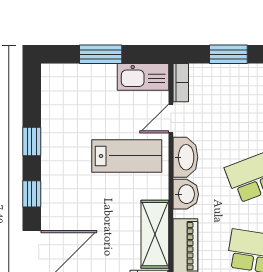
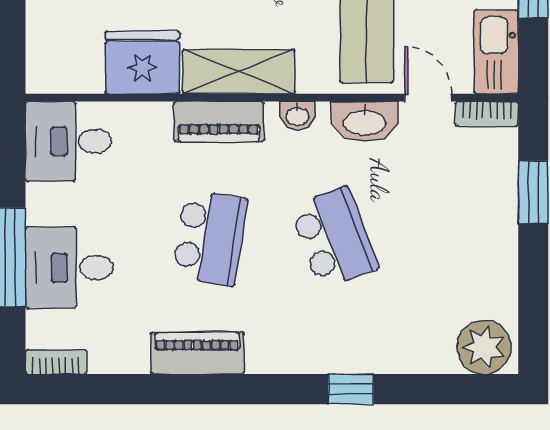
washbasin: (186, 194) -> (297, 116), width x0.72, depth x0.69

